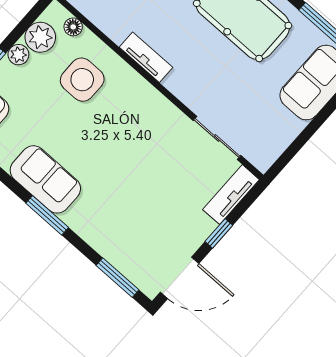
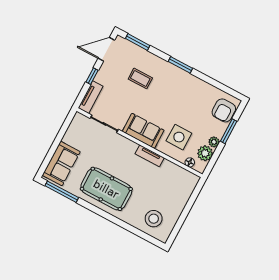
sofa: (45, 179) -> (143, 131), moved, turned 180
coffee table: (129, 208) -> (140, 78), added

